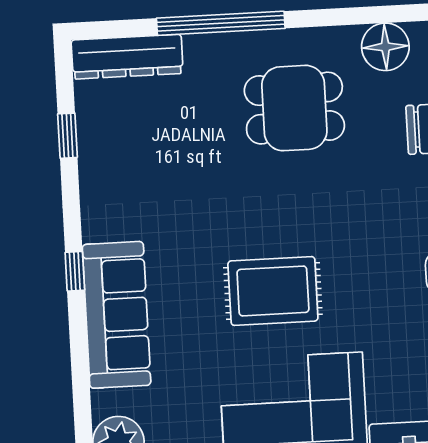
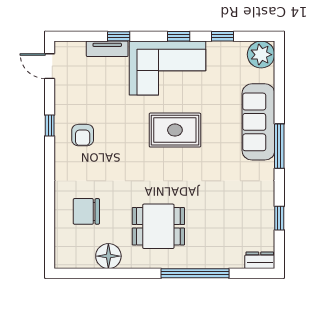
dresser: (127, 57) -> (260, 260), width x0.51, depth x0.80
window: (75, 271) -> (279, 146), width x2.17

